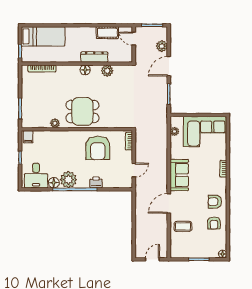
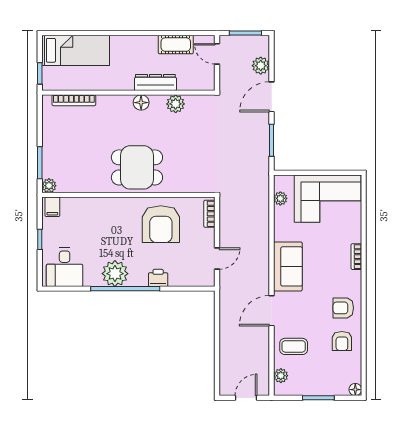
plant: (55, 123) -> (49, 186), moved
floor lamp: (54, 183) -> (92, 278), removed
plant: (175, 245) -> (281, 376), added

